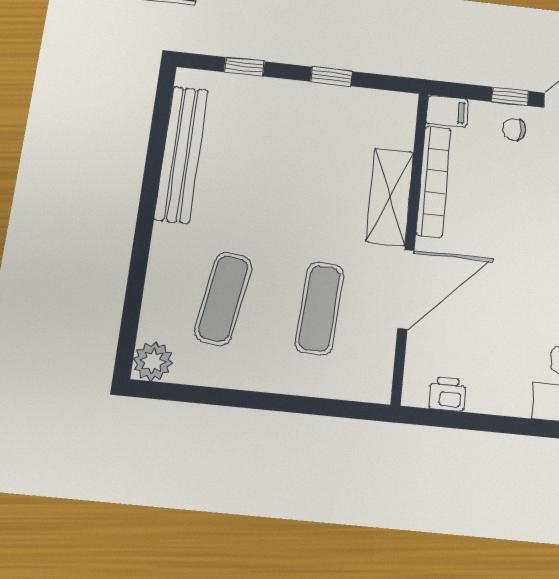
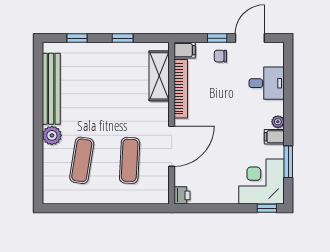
shelving: (390, 197) -> (159, 76), moved
plant: (153, 361) -> (52, 135), moved
printer: (447, 394) -> (182, 195), moved, turned 90

